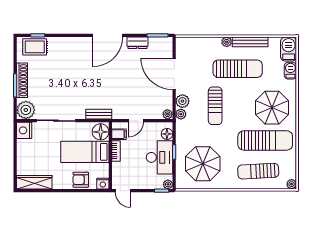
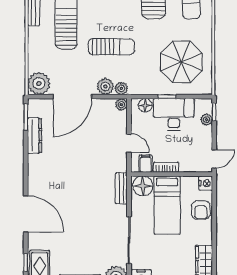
door: (108, 35) -> (26, 214), moved
plant: (227, 42) -> (39, 83), moved, width x1.88, depth x1.88
dresser: (138, 43) -> (35, 136), width x1.44
plant: (168, 184) -> (207, 120), moved

